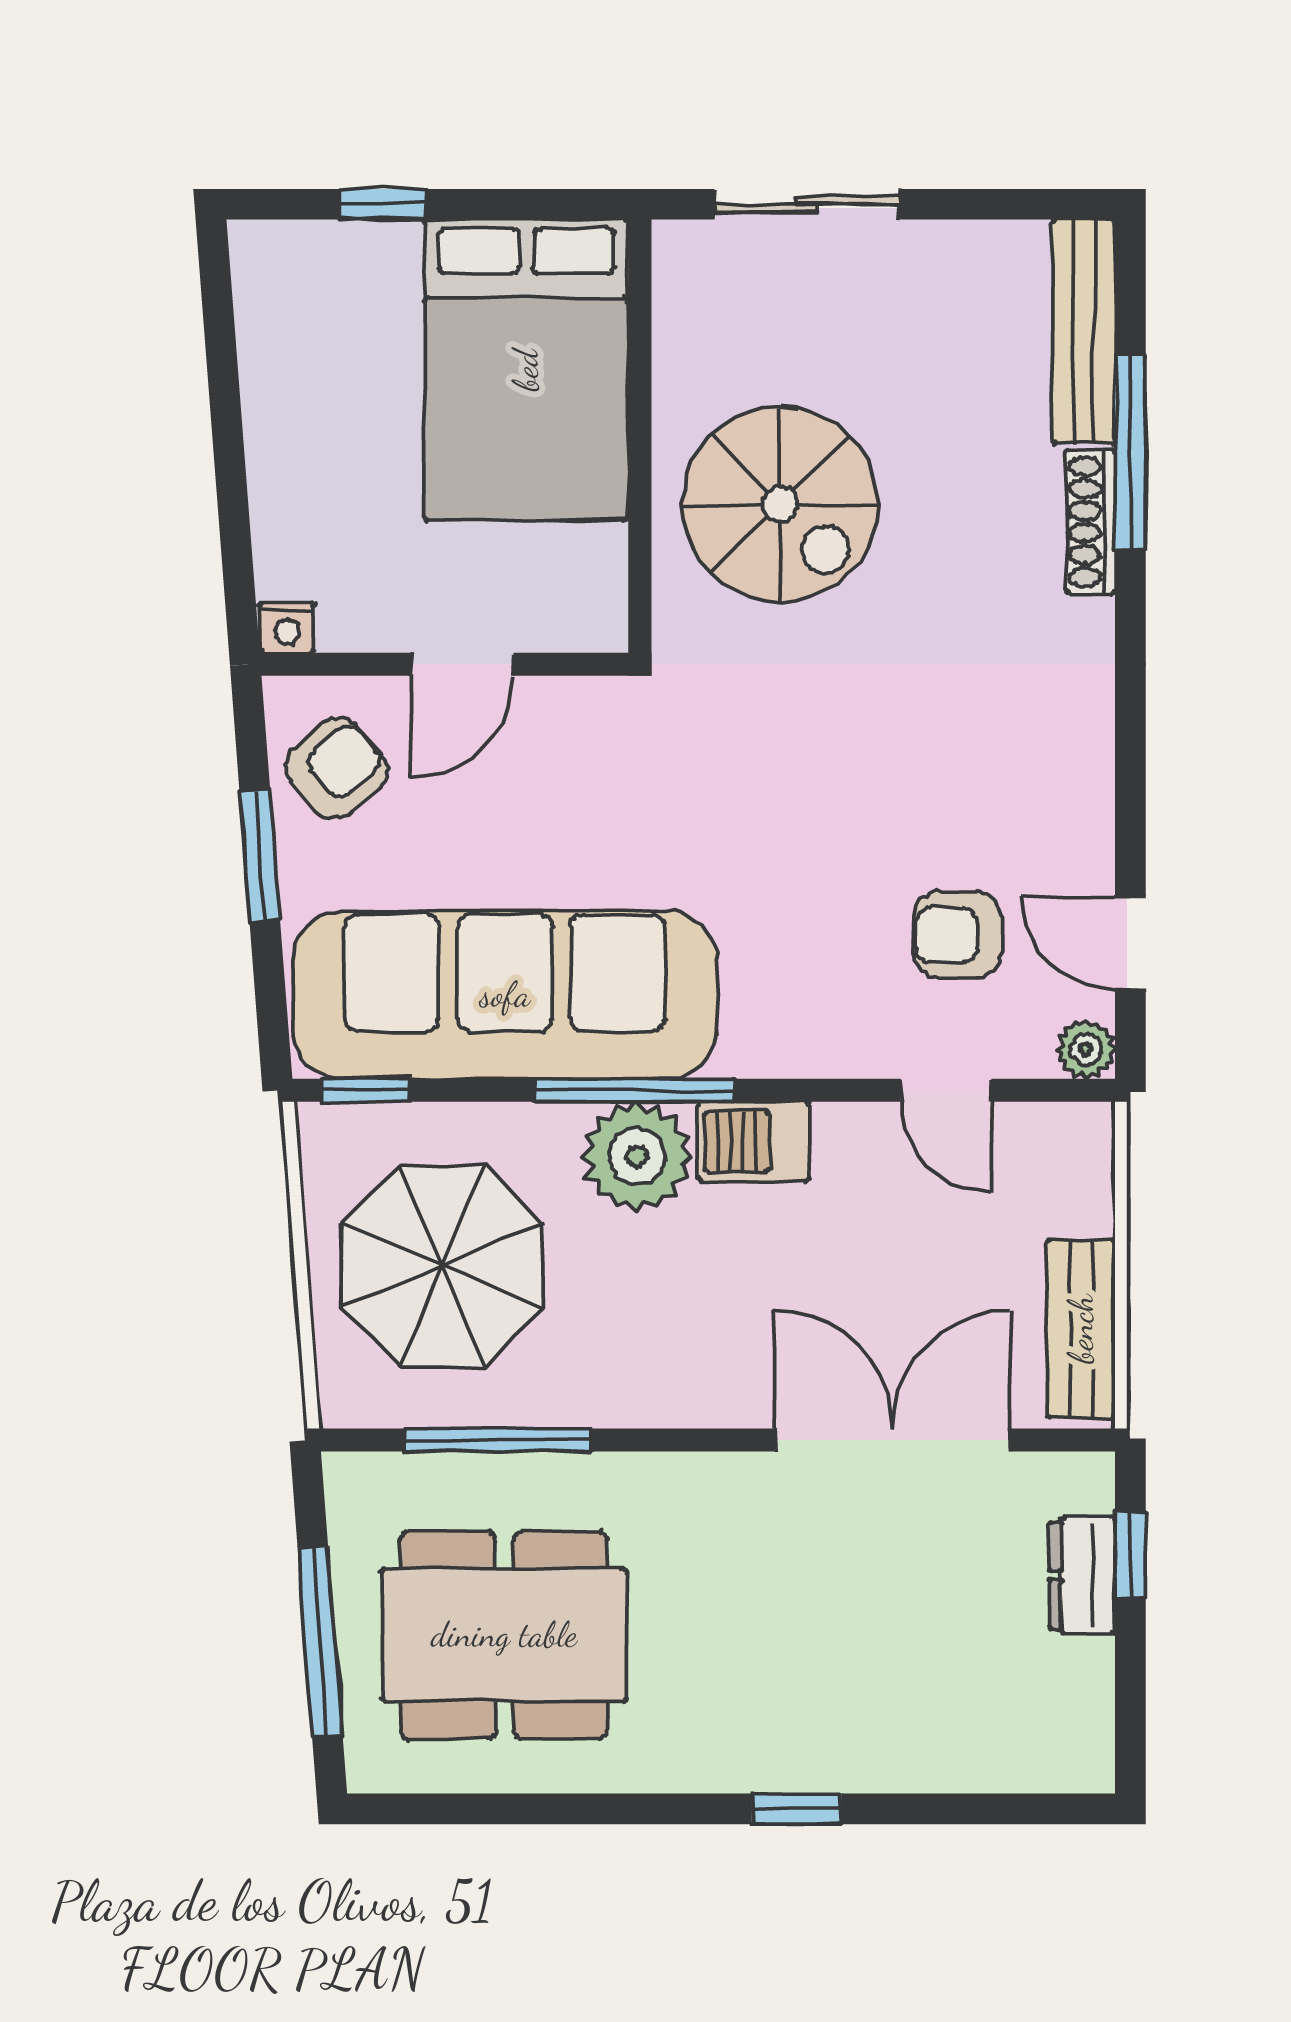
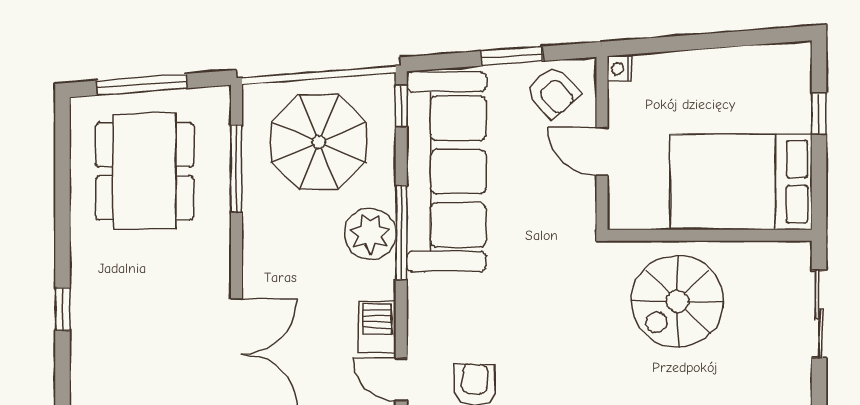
door: (946, 1090) -> (401, 379), hinge flipped
barbecue: (753, 1141) -> (377, 327), moved

